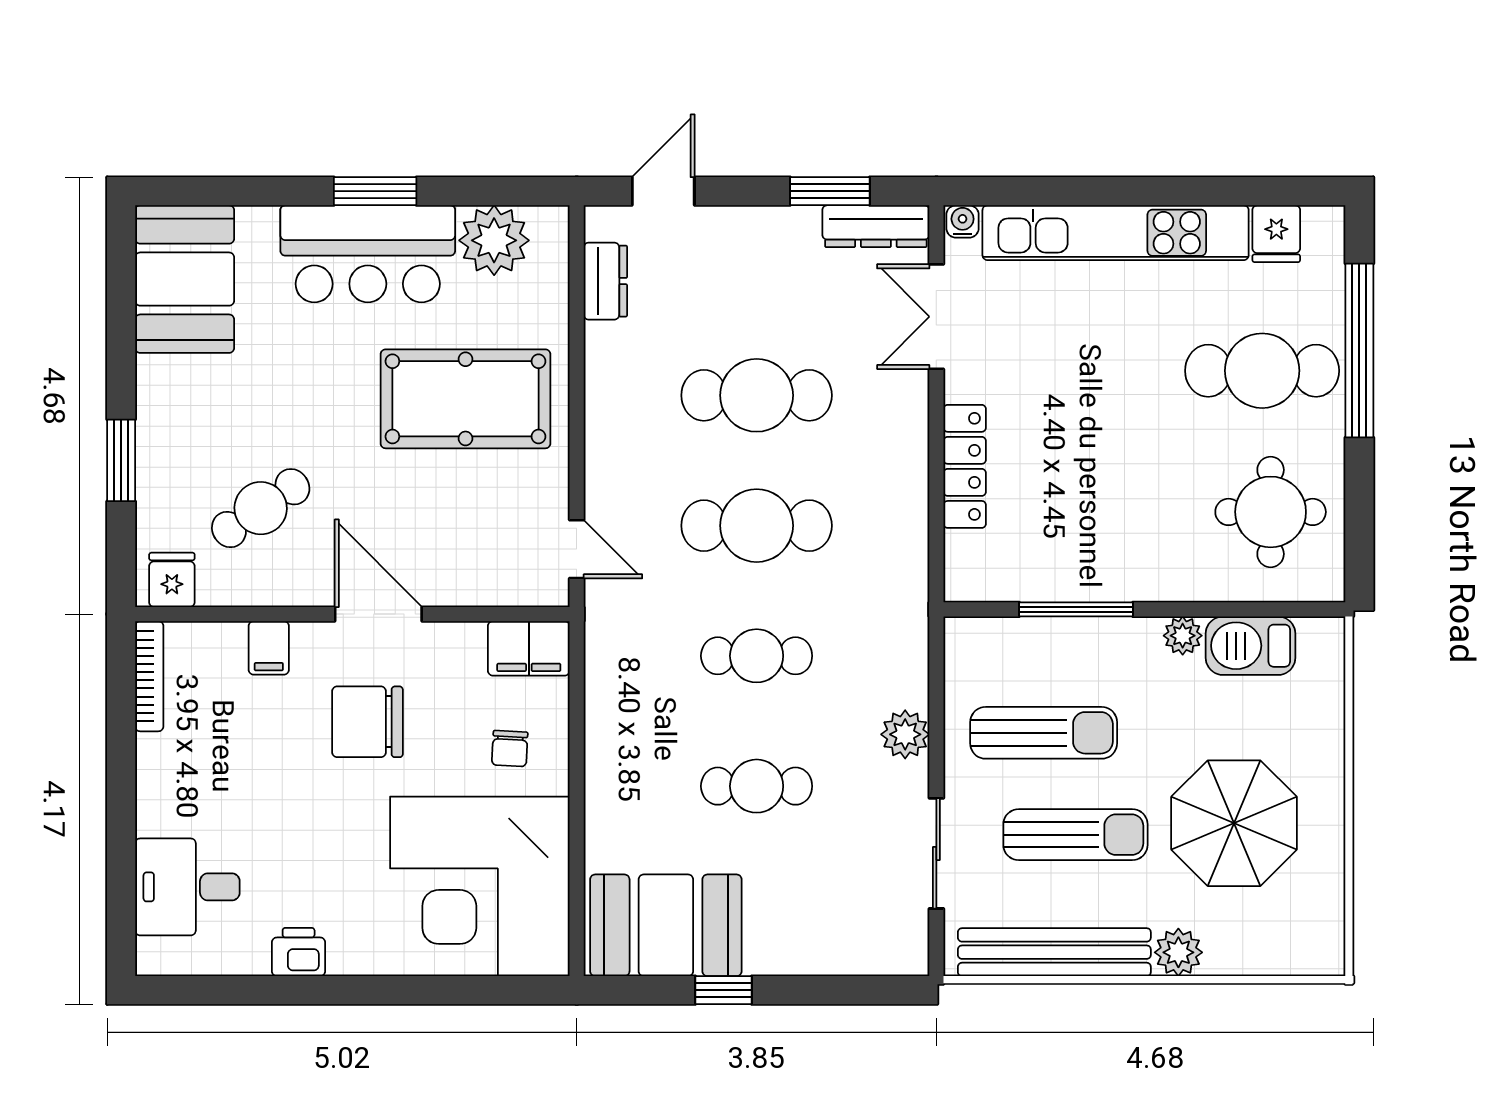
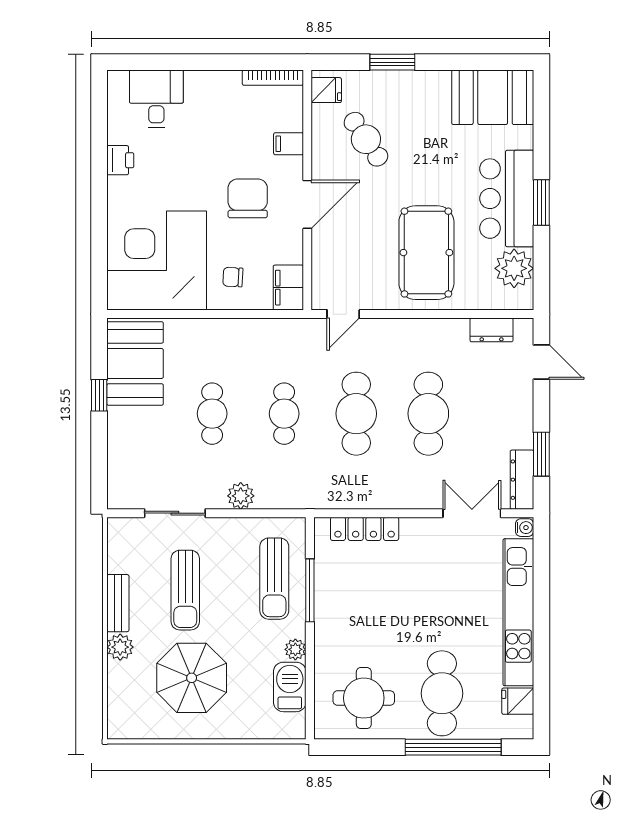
locker: (965, 466) -> (365, 529), moved
sun lounger: (1044, 733) -> (274, 579), moved
bench: (1054, 952) -> (118, 603), width x0.54, depth x0.82

